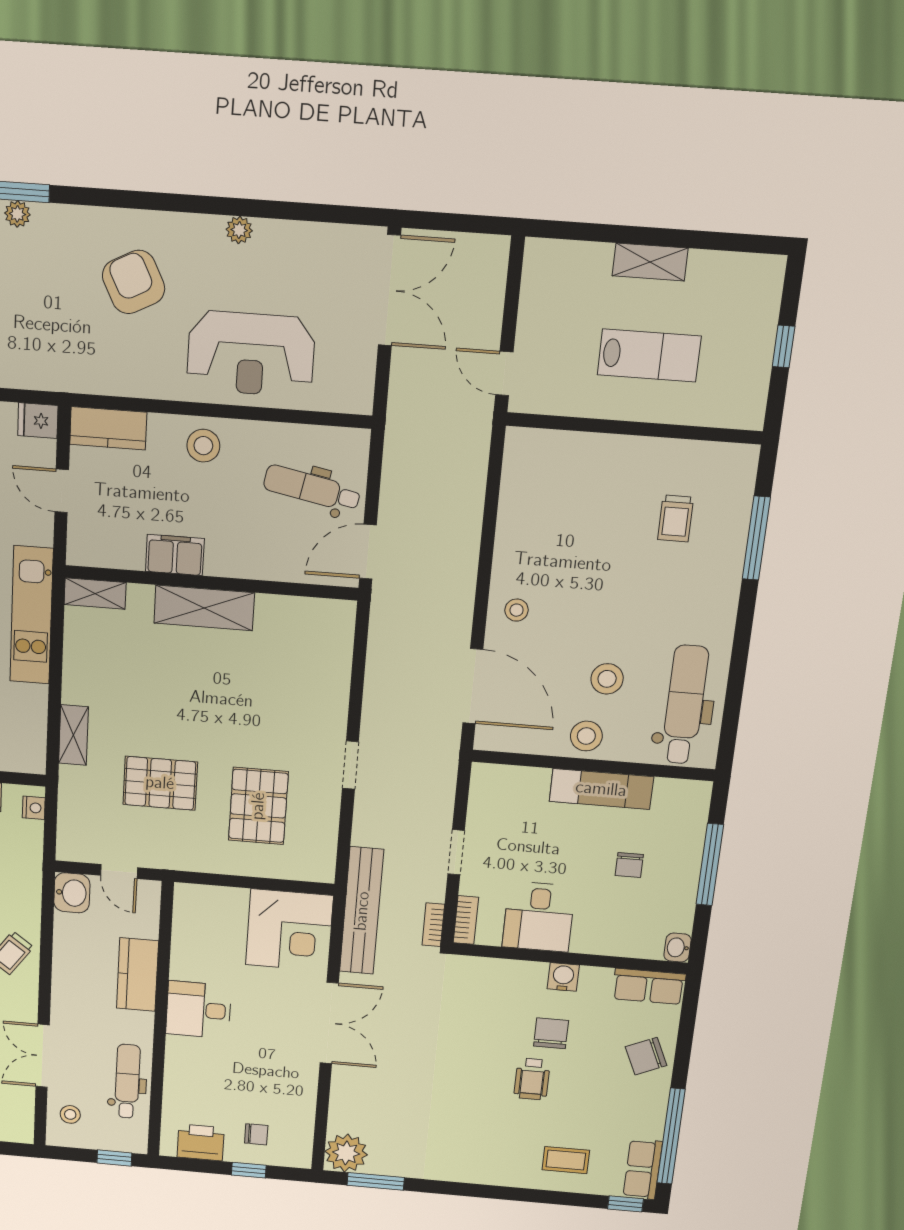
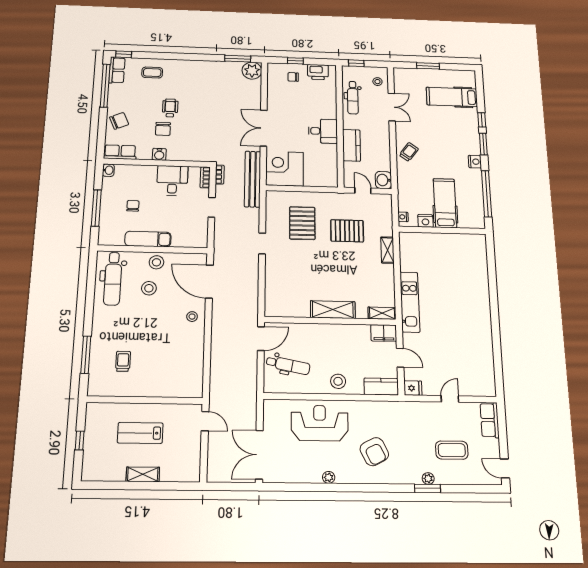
filing cabinet: (175, 555) -> (384, 333), moved

